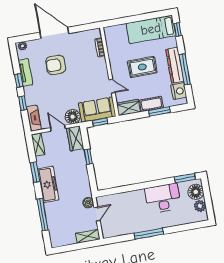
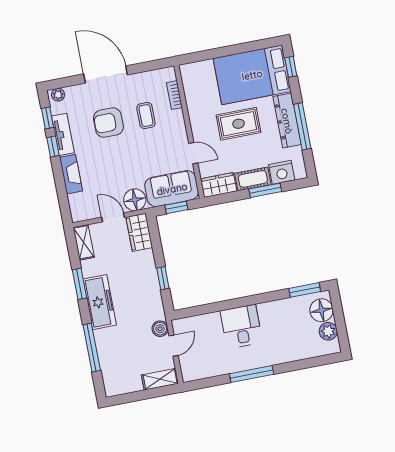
bed: (151, 29) -> (252, 75), width x1.50
coffee table: (81, 61) -> (146, 115), added
nightstand: (179, 91) -> (282, 172), moved, turned 90
window: (23, 103) -> (47, 118), moved
fireplace: (34, 118) -> (71, 174), moved
window: (88, 157) -> (163, 278), moved
desk: (163, 198) -> (241, 326), moved, width x0.73

